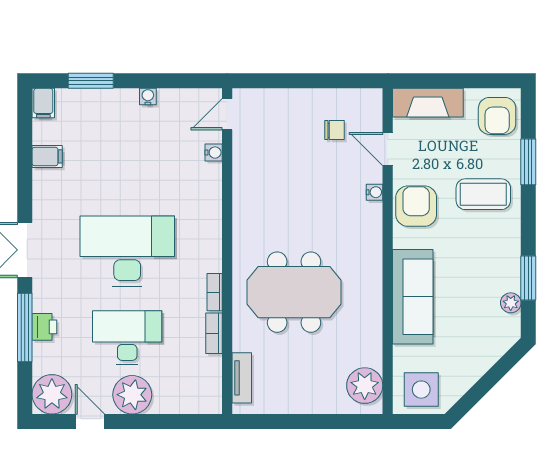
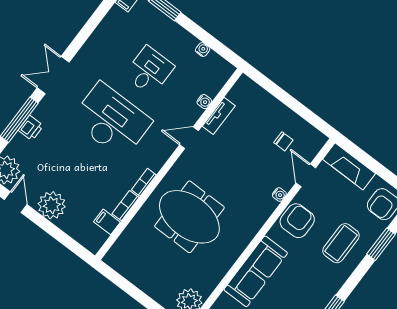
water cooler: (148, 97) -> (203, 50), moved
door: (227, 114) -> (189, 138), moved
filing cabinet: (47, 156) -> (107, 222), moved, turned 180
coffee table: (483, 194) -> (341, 243), turned 90
desk: (127, 338) -> (149, 71), moved, width x0.73
tv unit: (242, 378) -> (219, 116), moved

